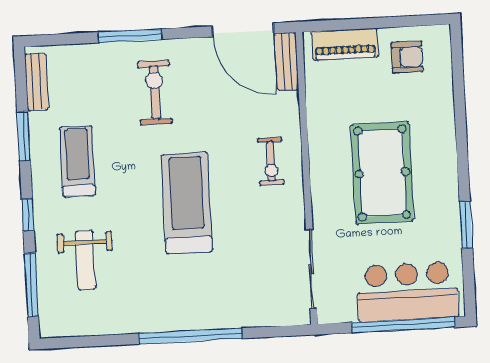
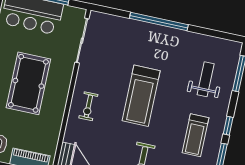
exercise bike: (271, 161) -> (88, 106), turned 180
window: (28, 215) -> (228, 126), moved

